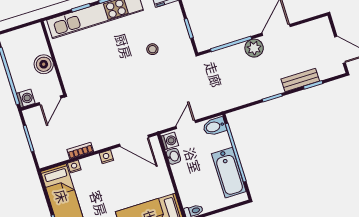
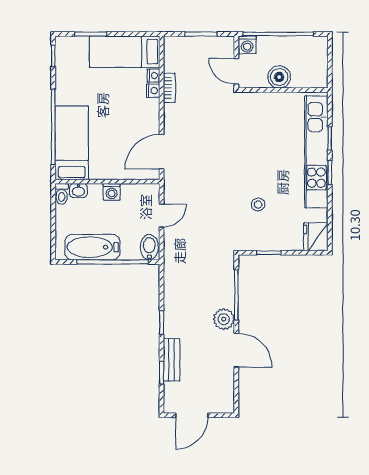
door: (186, 125) -> (162, 216), hinge flipped
washing machine: (170, 141) -> (112, 192), moved
washbasin: (173, 156) -> (78, 191), moved
nightstand: (106, 157) -> (153, 91), moved

